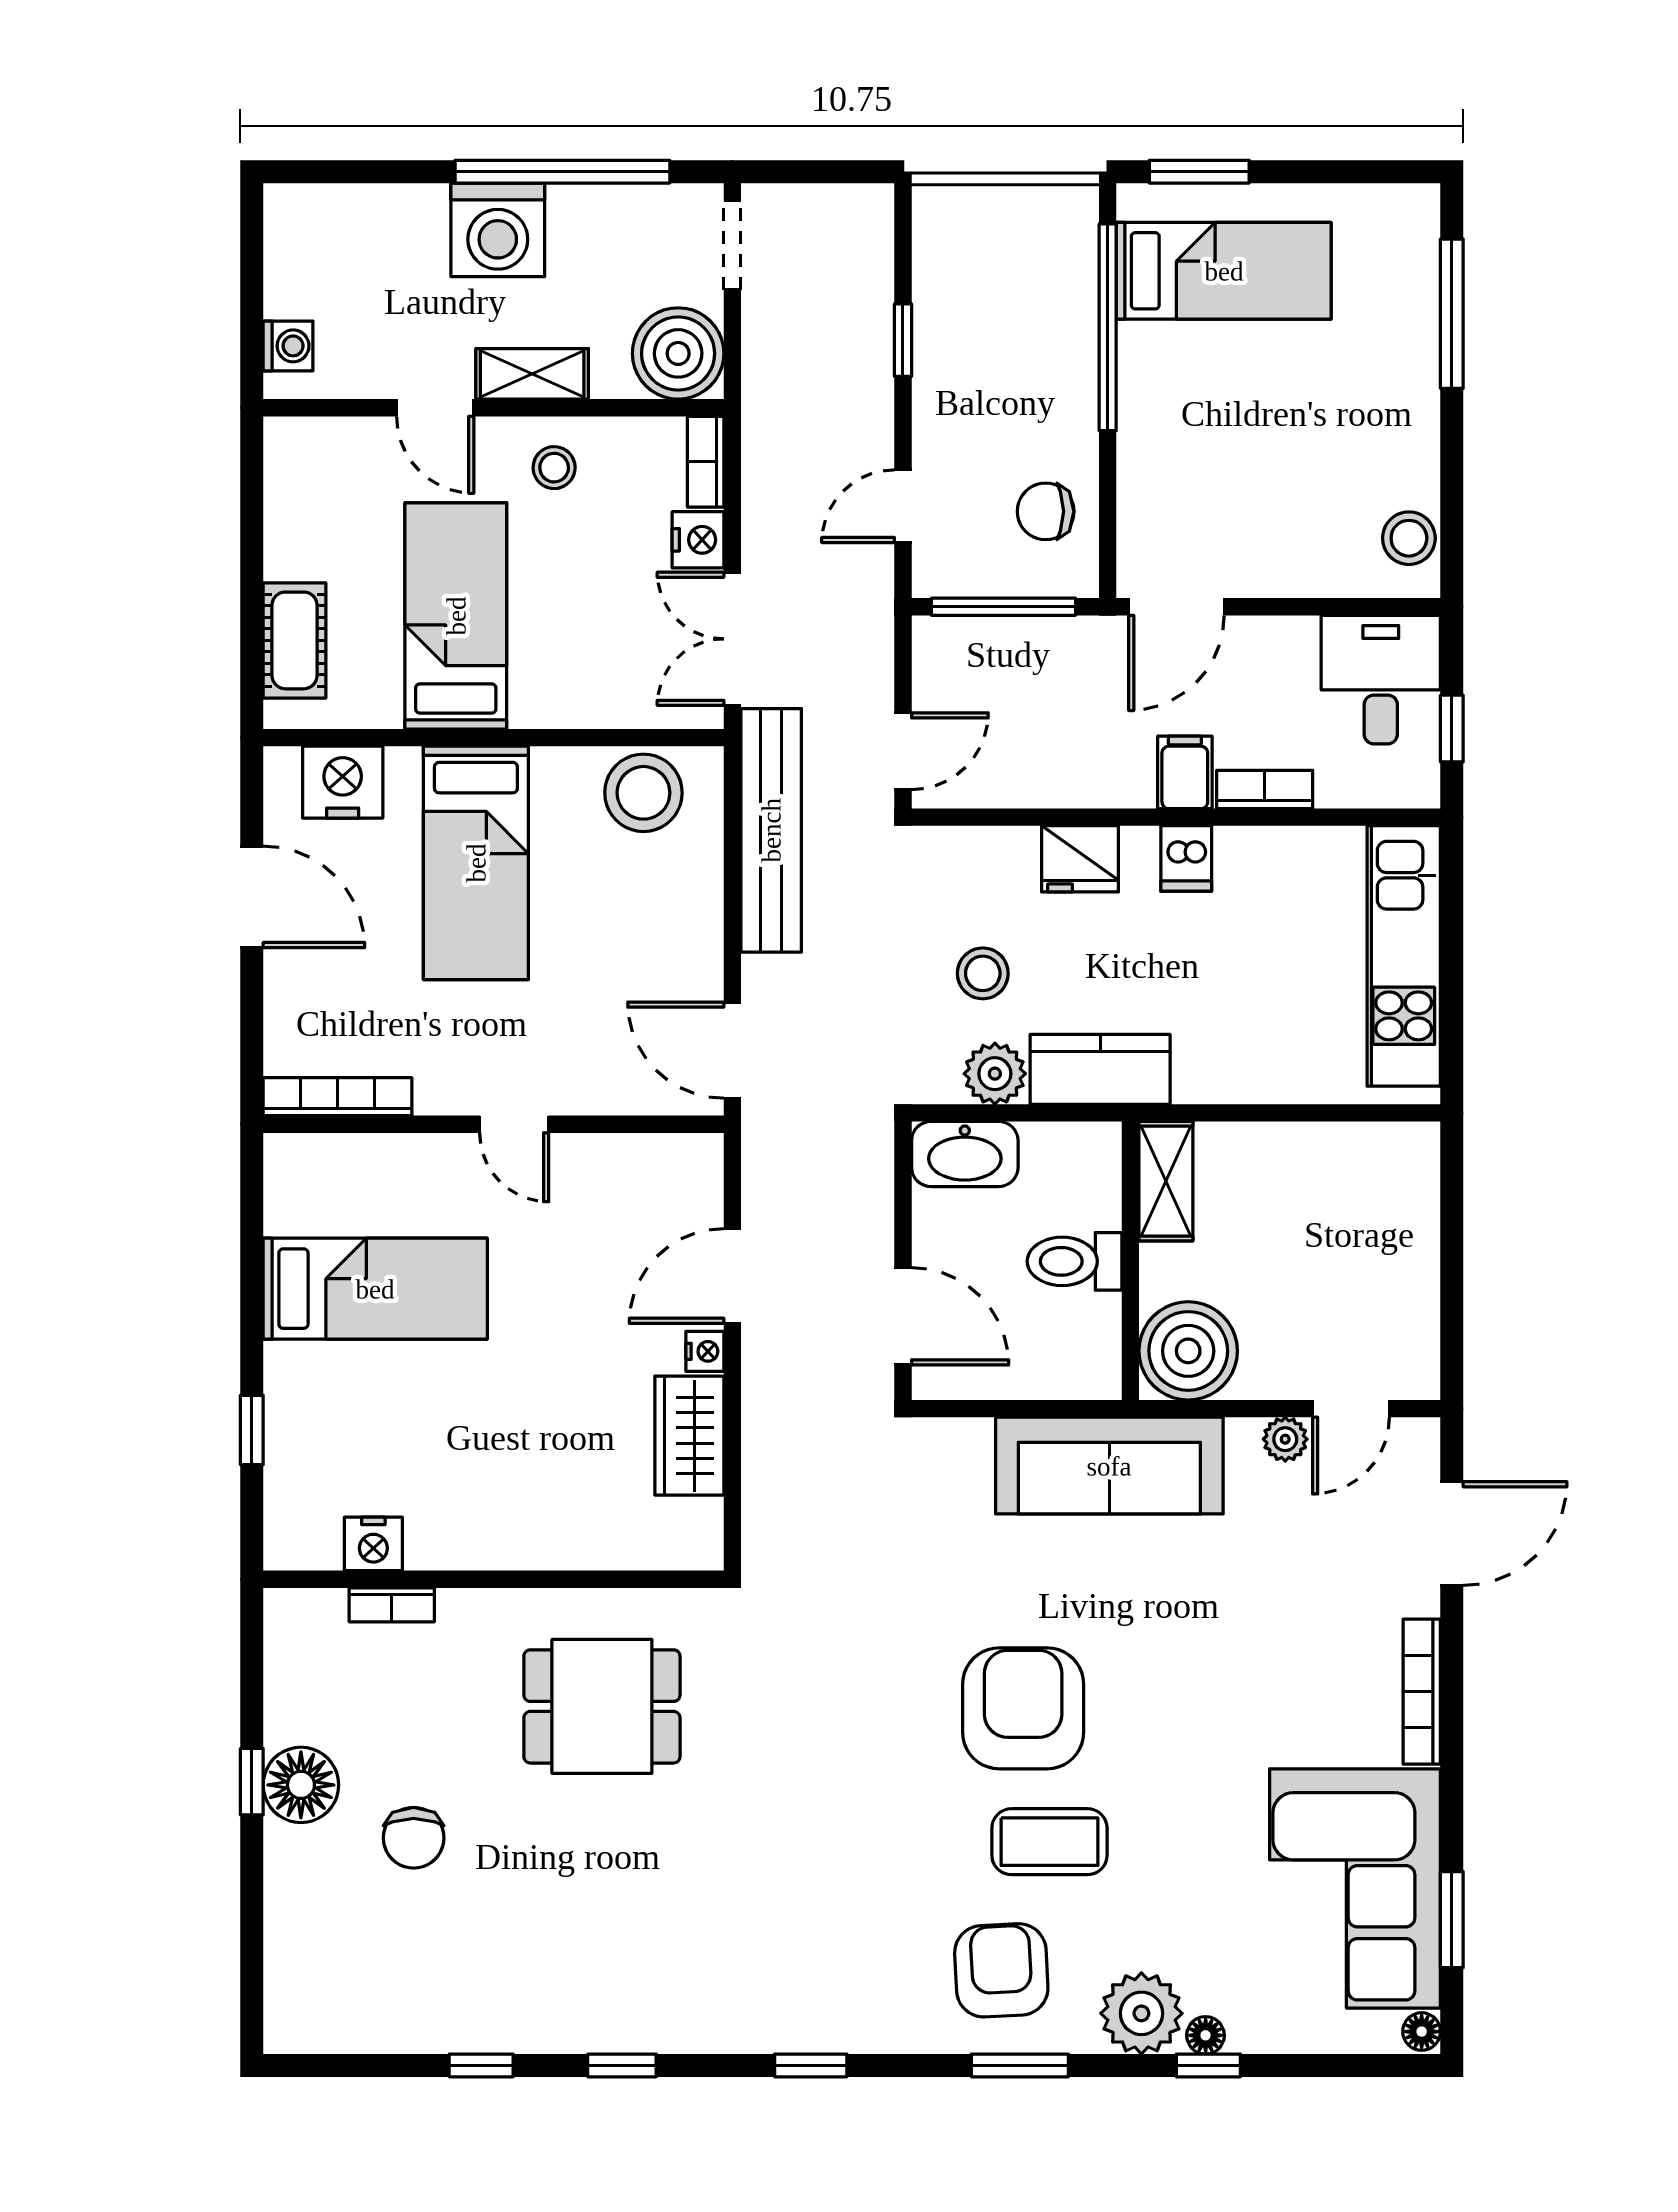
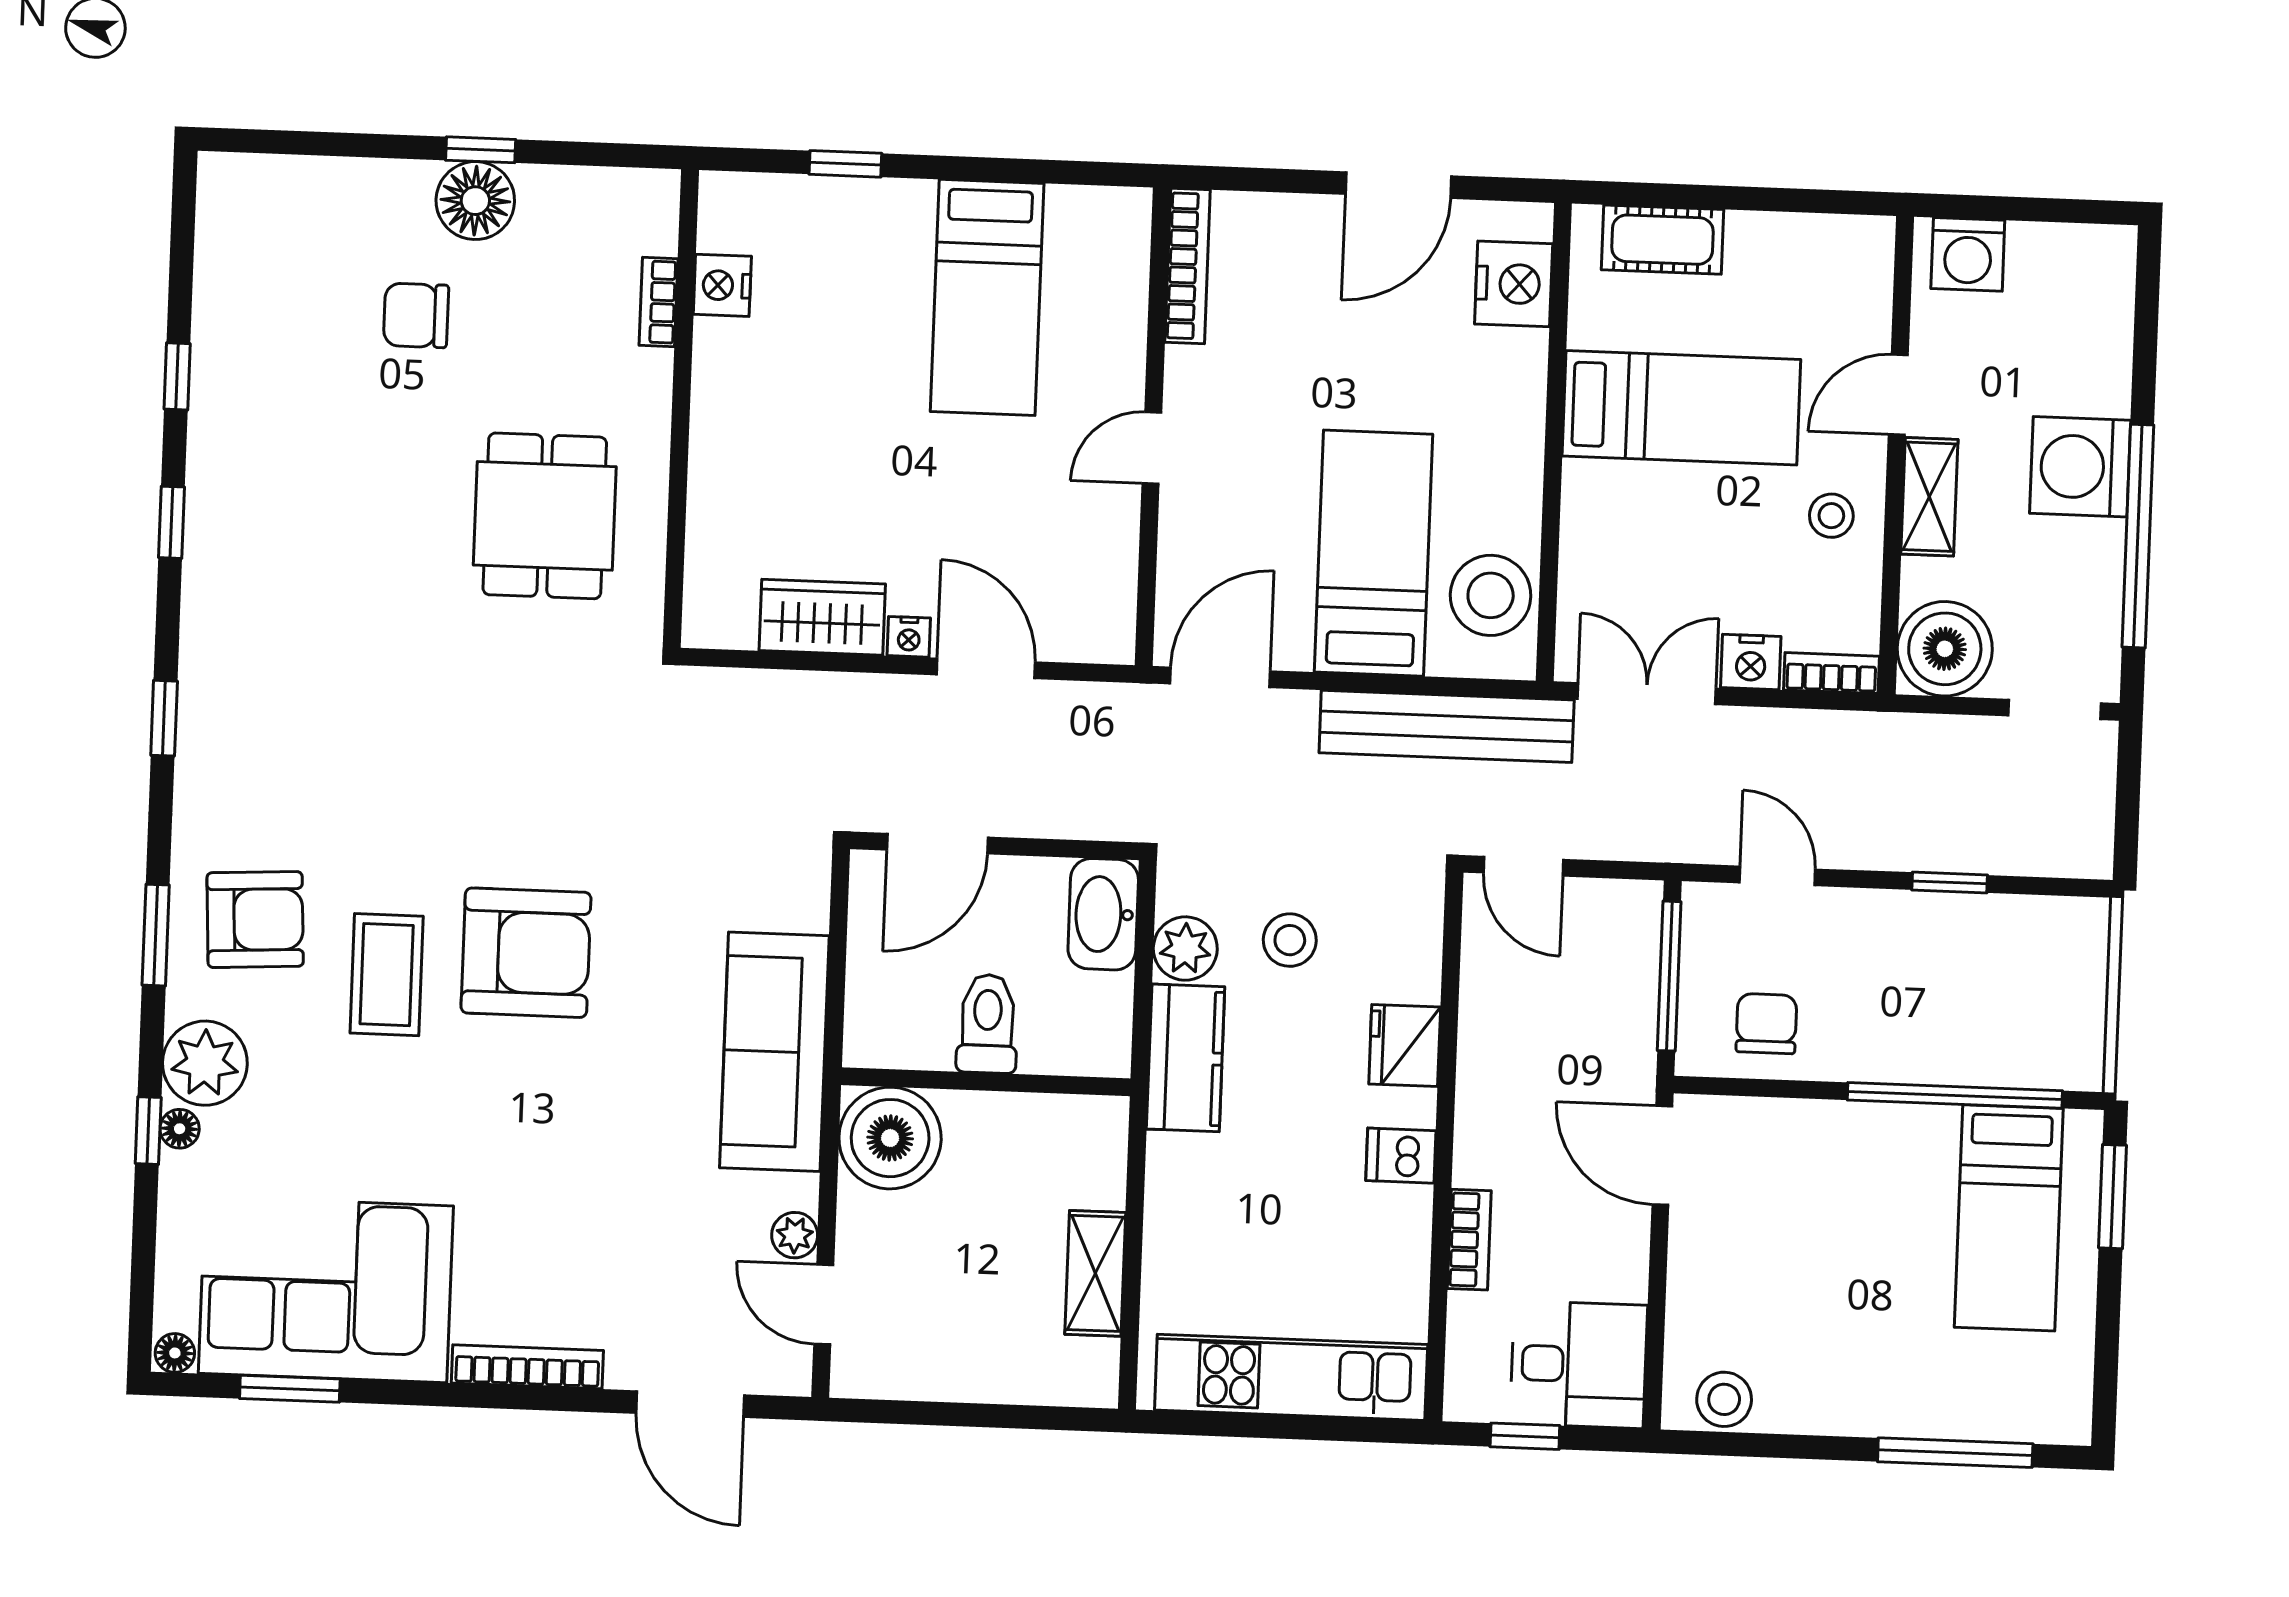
washing machine: (288, 346) -> (1968, 254), width x1.38, depth x1.38
filing cabinet: (1185, 772) -> (1490, 1158), removed
bed: (476, 863) -> (1374, 553), moved, turned 90
shelving: (1166, 1181) -> (1095, 1273), moved, turned 90

